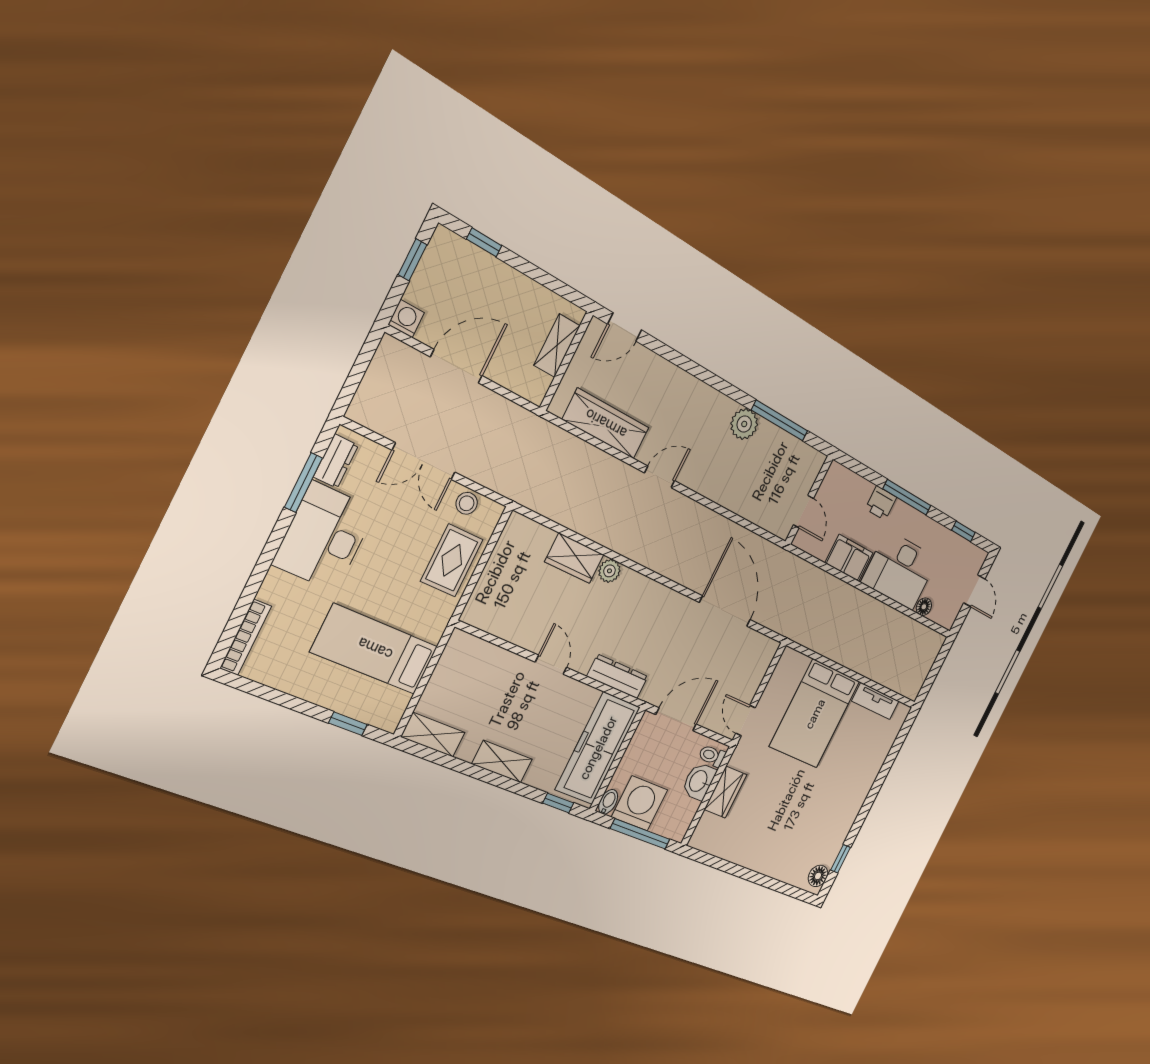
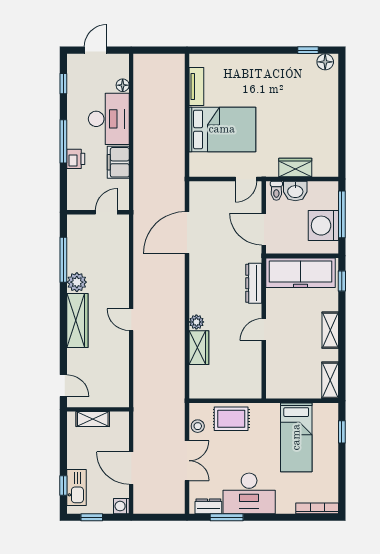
kitchen sink: (470, 262) -> (76, 488), added
wardrobe: (606, 424) -> (77, 320), moved, turned 180
bidet: (608, 802) -> (330, 248), removed

